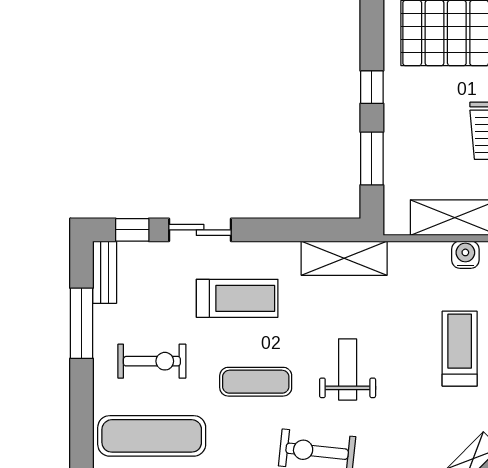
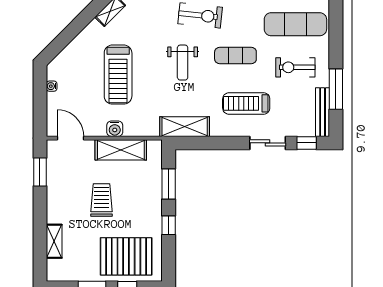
bench: (105, 272) -> (323, 112), width x1.36
treadmill: (460, 349) -> (118, 75), width x1.37, depth x1.38

